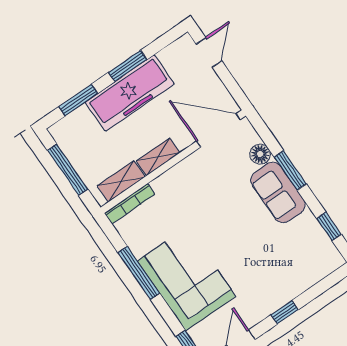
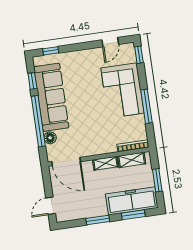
freezer: (130, 93) -> (132, 201), moved
window: (68, 170) -> (157, 180), width x0.69
window: (290, 170) -> (38, 121), width x2.11
sofa: (278, 192) -> (51, 97), width x1.85, depth x1.27
window: (285, 312) -> (51, 51), moved

